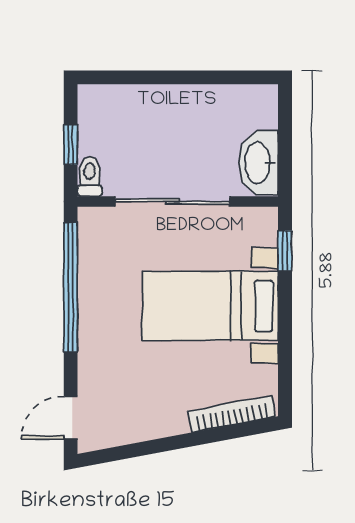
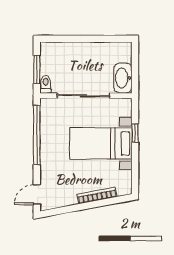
window: (71, 144) -> (37, 70), width x1.50
window: (285, 251) -> (135, 133), moved
bookcase: (232, 414) -> (97, 196), moved

